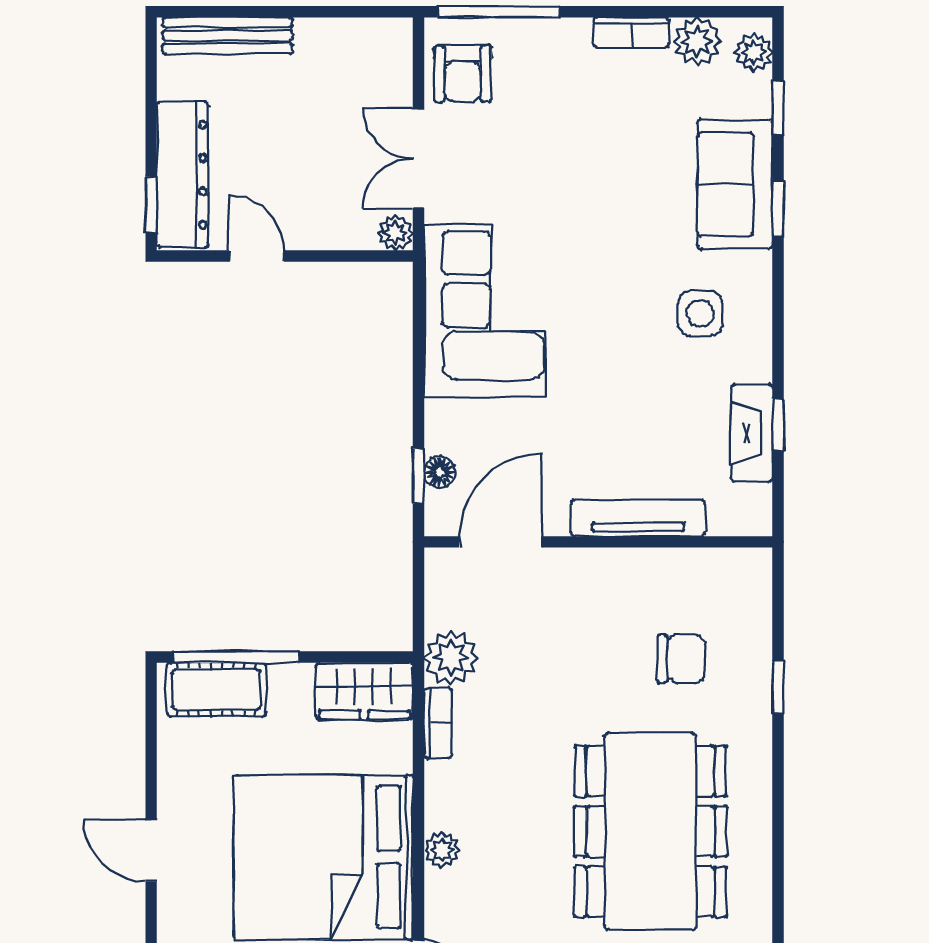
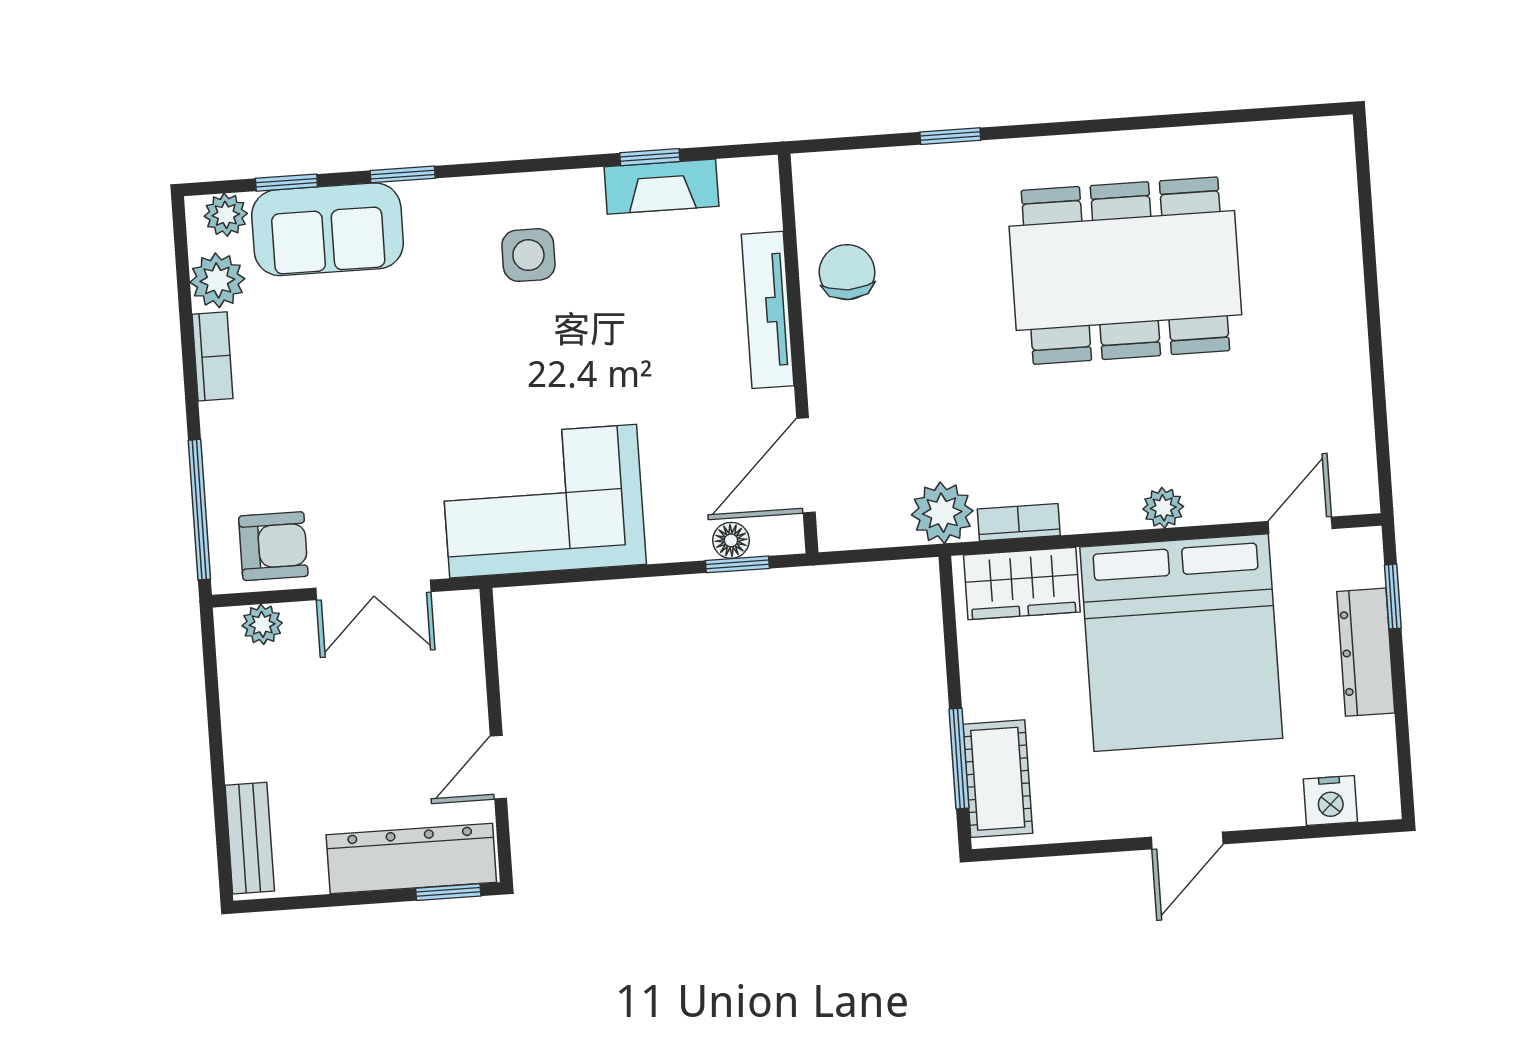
bench: (228, 35) -> (250, 838), width x0.73
sofa: (735, 184) -> (328, 229), moved
plant: (395, 233) -> (262, 624), moved
door: (501, 542) -> (806, 465), hinge flipped
window: (236, 657) -> (959, 759), width x0.69
chair: (682, 659) -> (847, 272), moved
wardrobe: (364, 691) -> (1022, 584), moved, turned 90

